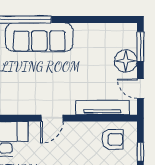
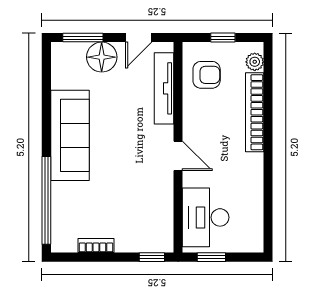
sofa: (39, 37) -> (70, 135), moved
armchair: (112, 139) -> (207, 75), turned 90

